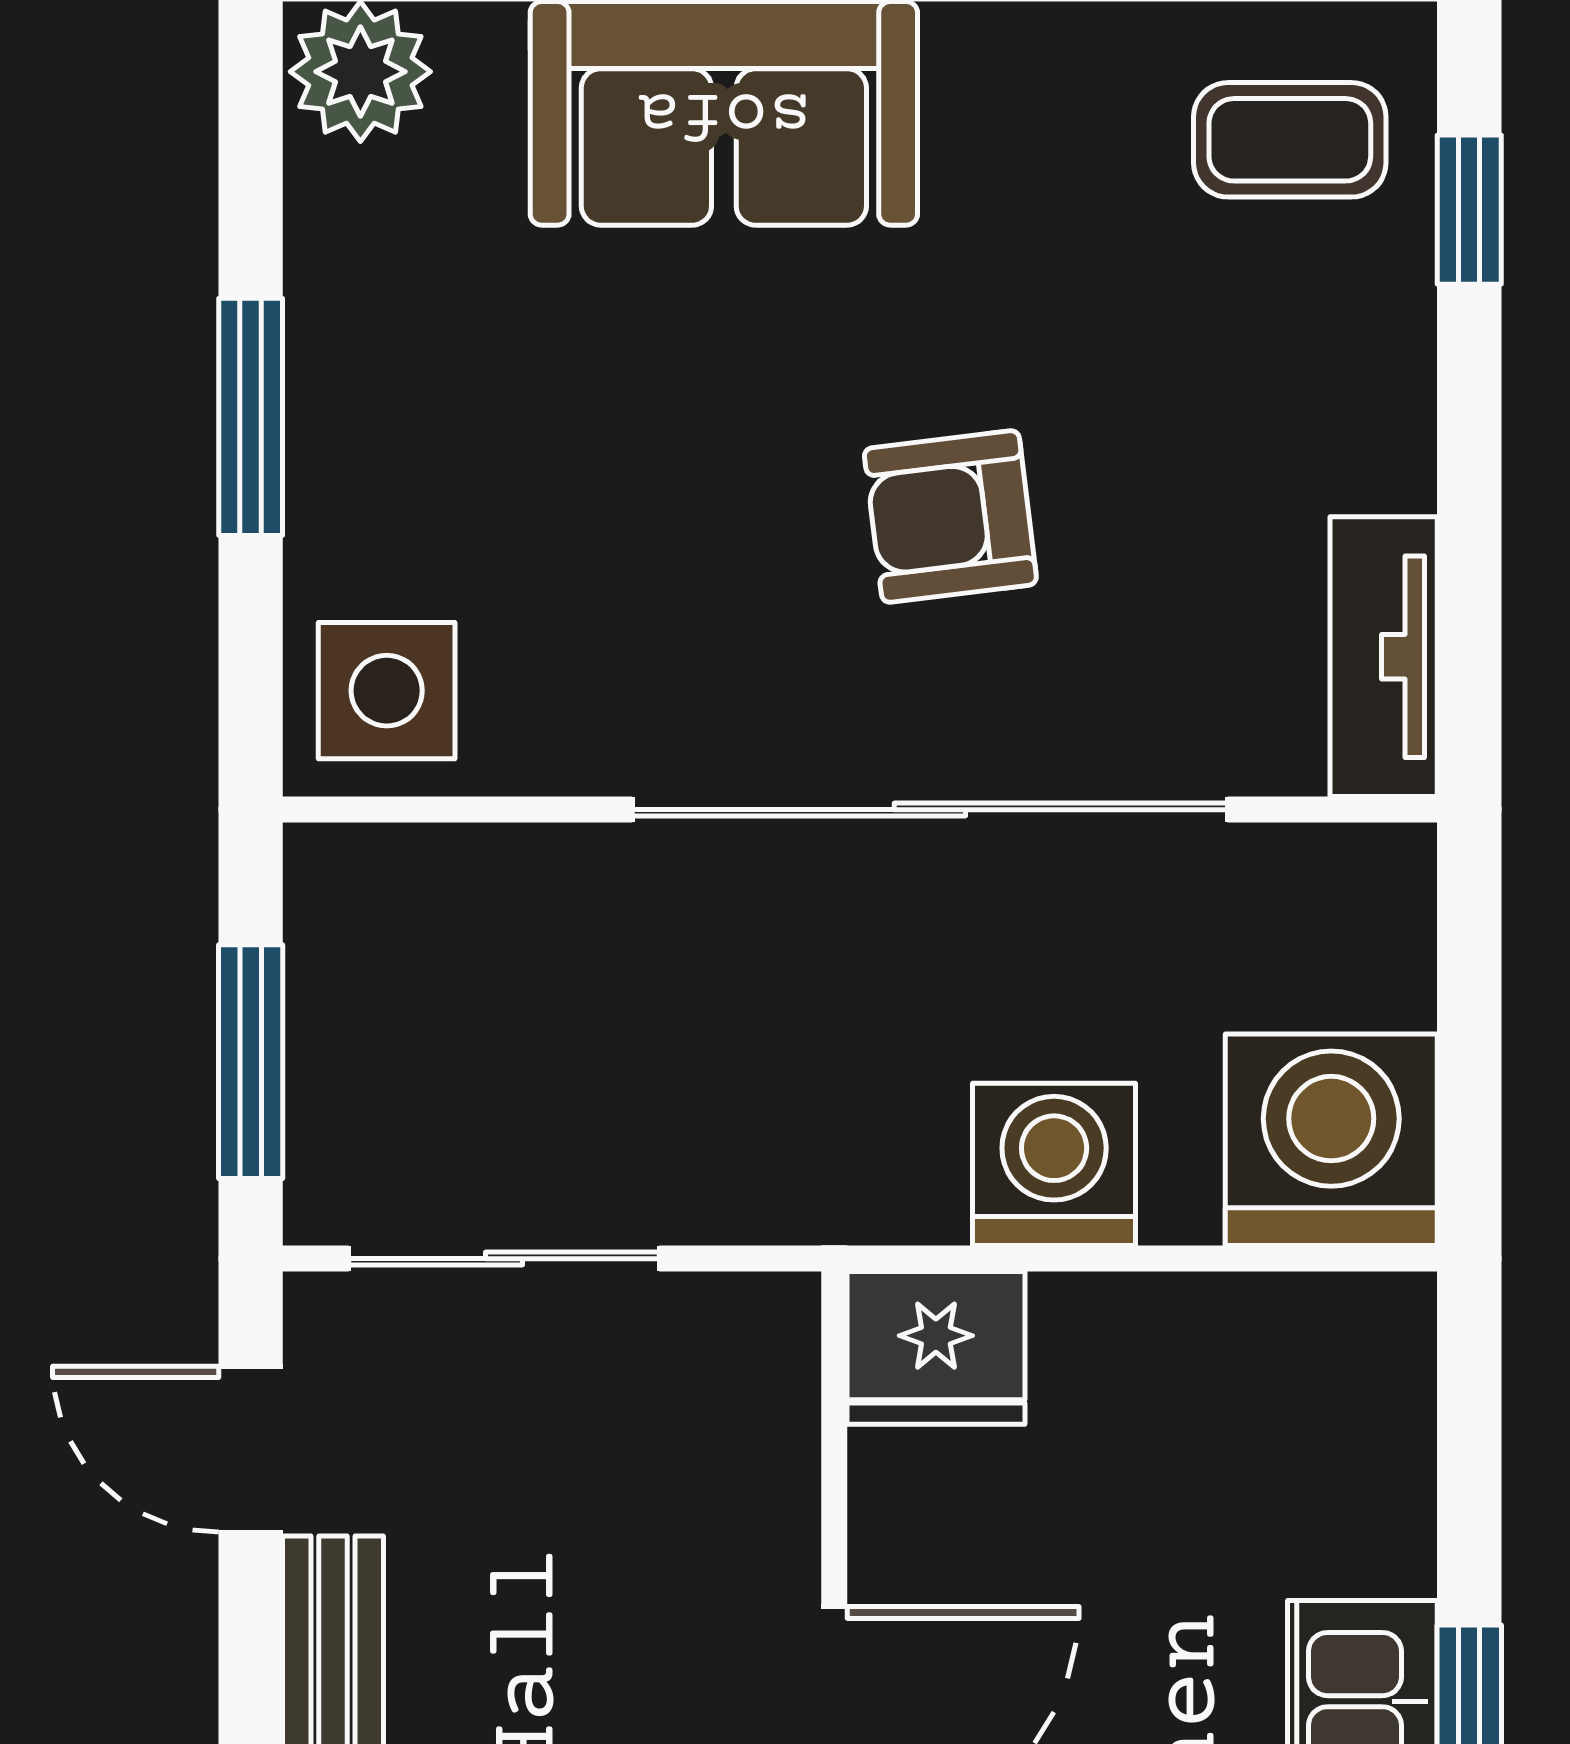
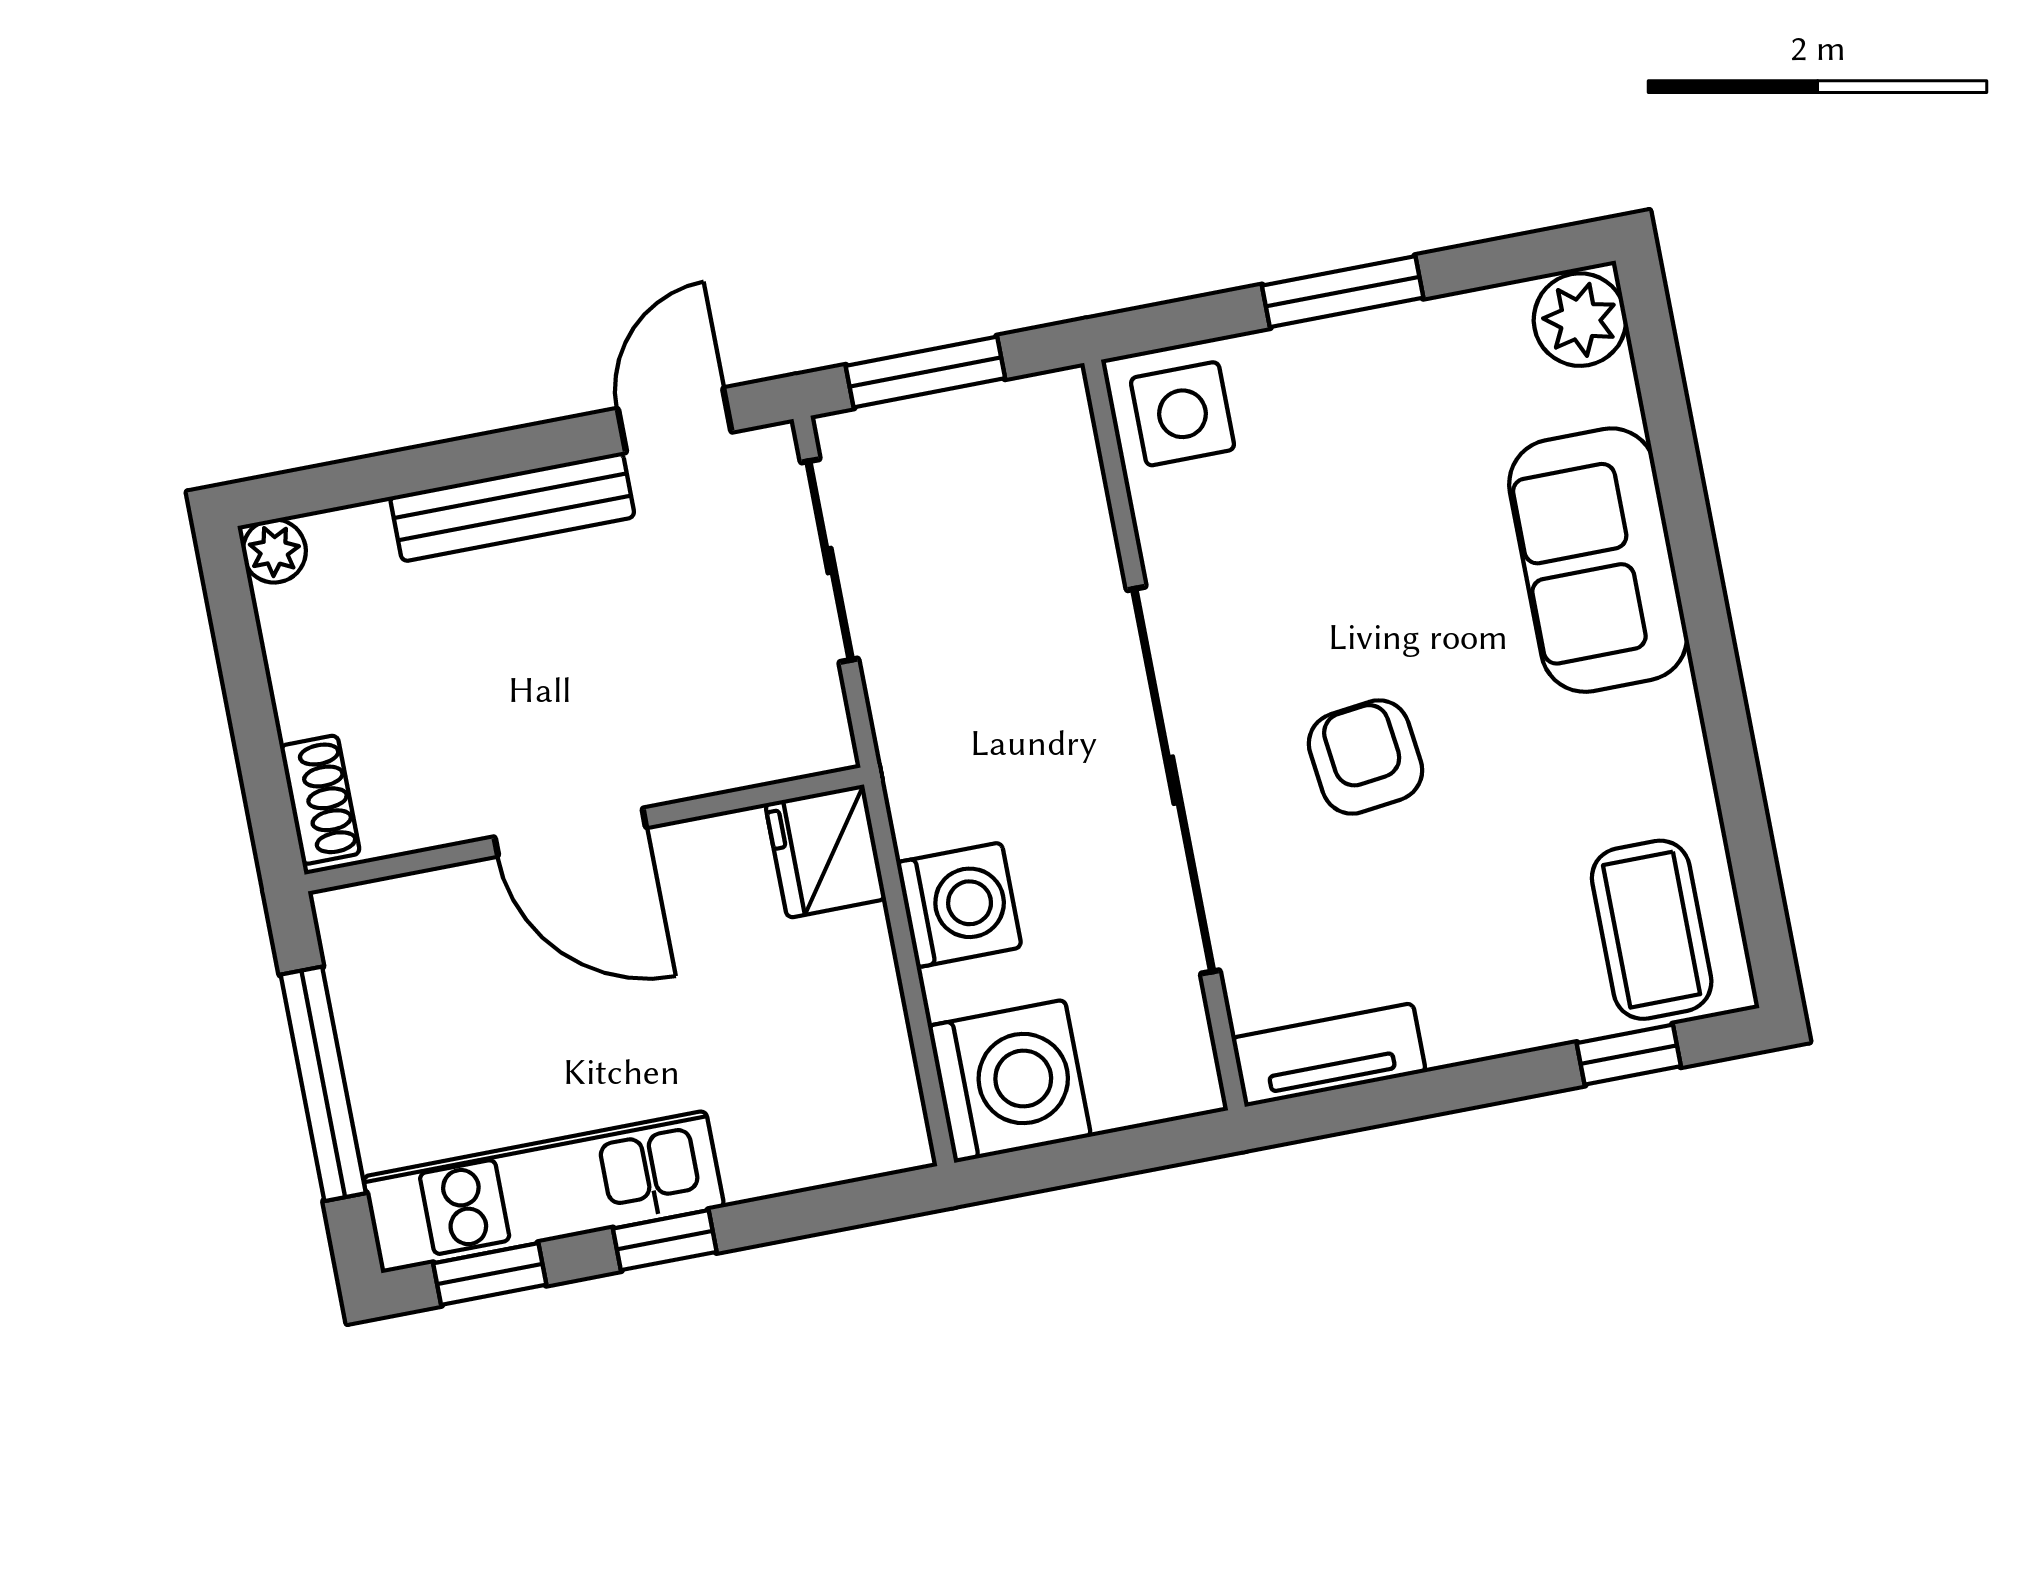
coffee table: (1290, 140) -> (1652, 930), width x1.36, depth x1.30

